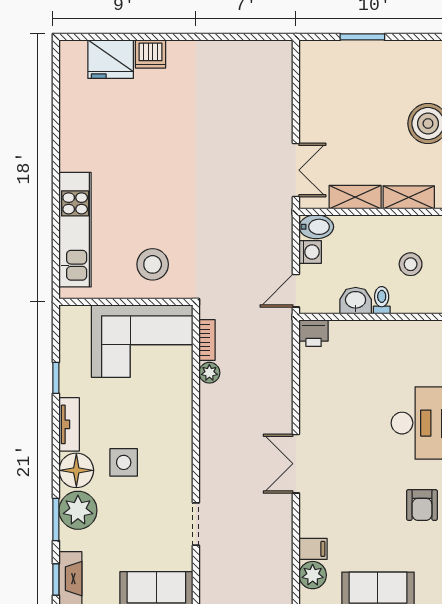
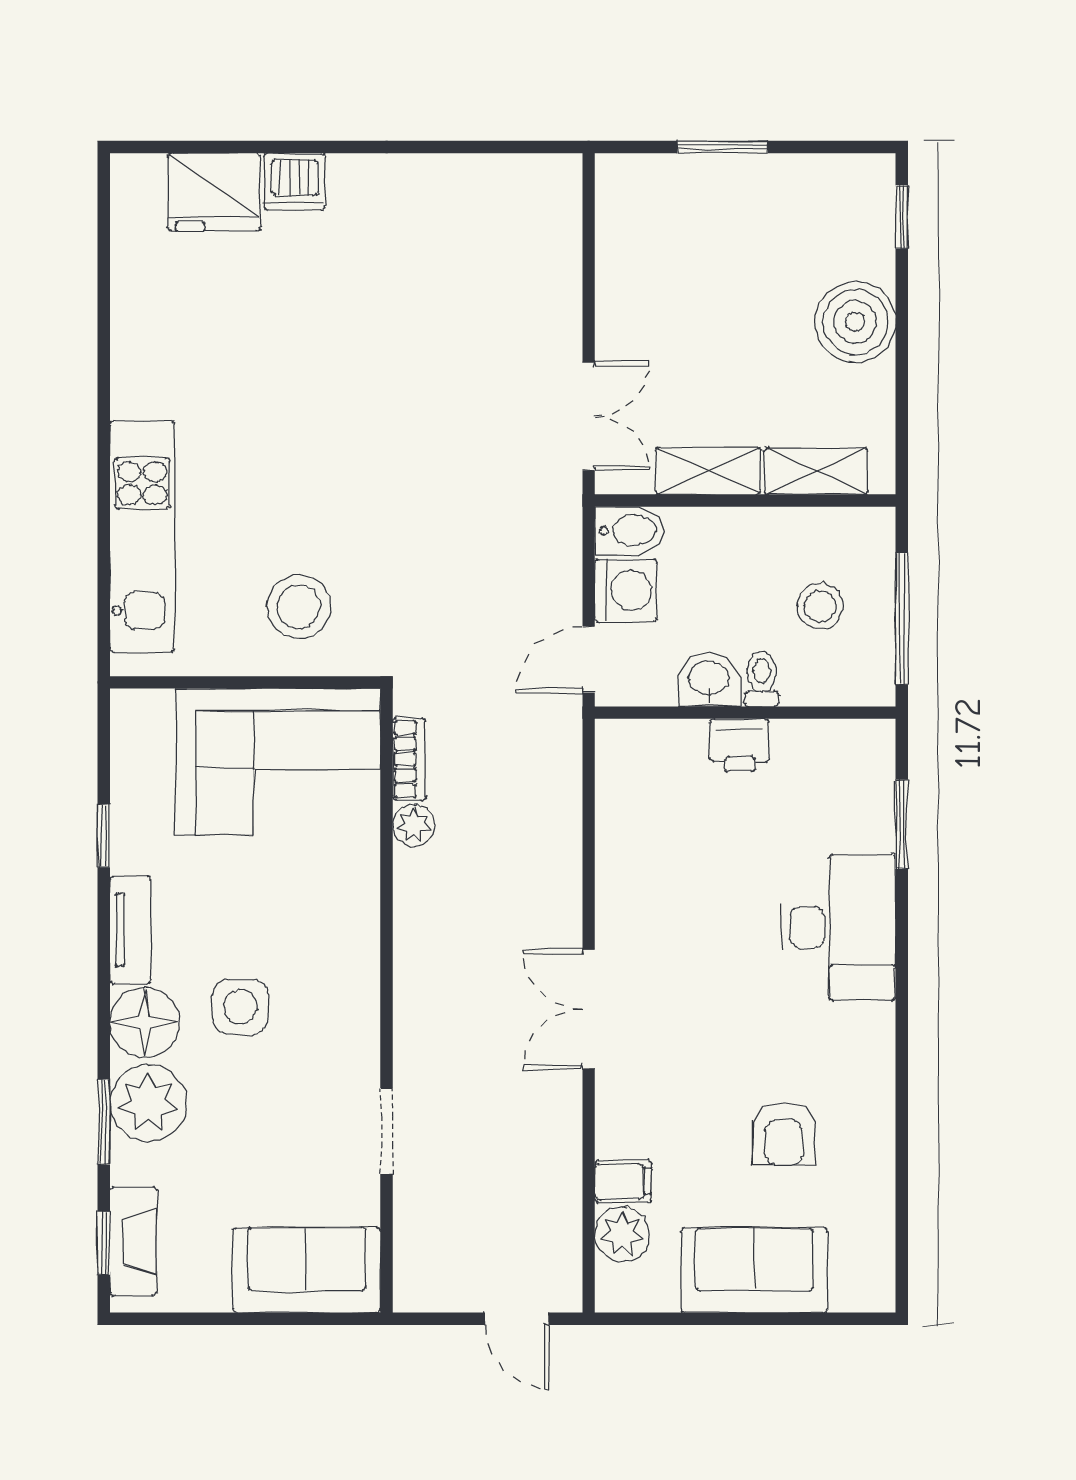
washing machine: (310, 252) -> (626, 590), width x1.38, depth x1.38
printer: (314, 333) -> (740, 746), moved
armchair: (422, 505) -> (784, 1134), moved

